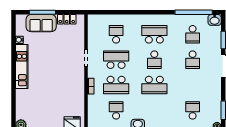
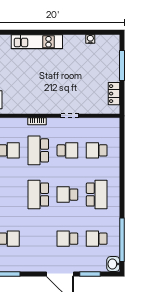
sofa: (41, 23) -> (110, 64), removed
school desk: (116, 34) -> (97, 150), turned 180
school desk: (116, 60) -> (67, 150), width x0.54
kitchen unit: (22, 67) -> (37, 42), moved

